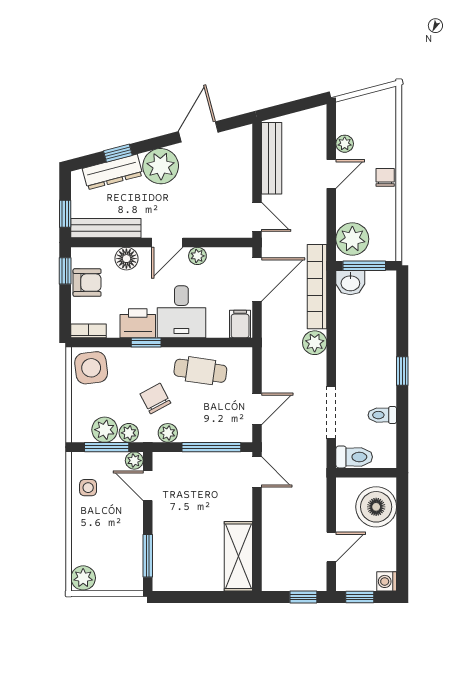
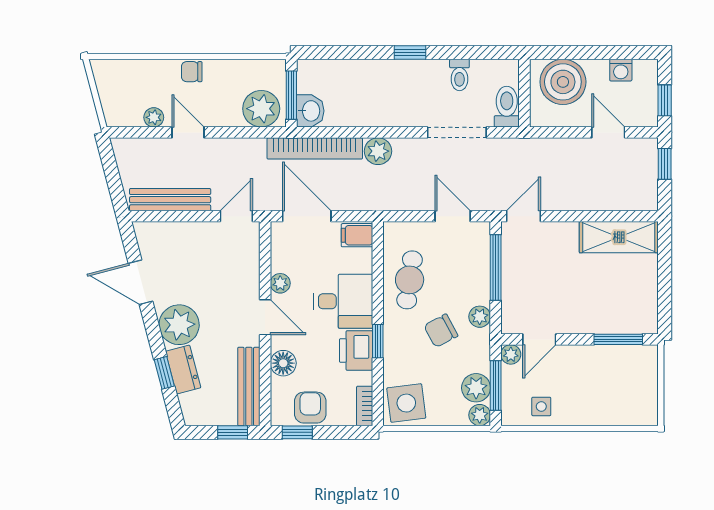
dresser: (113, 172) -> (183, 370), width x0.70
plant: (129, 433) -> (480, 415), moved
plant: (83, 578) -> (643, 412), removed
washing machine: (387, 581) -> (621, 70), moved

